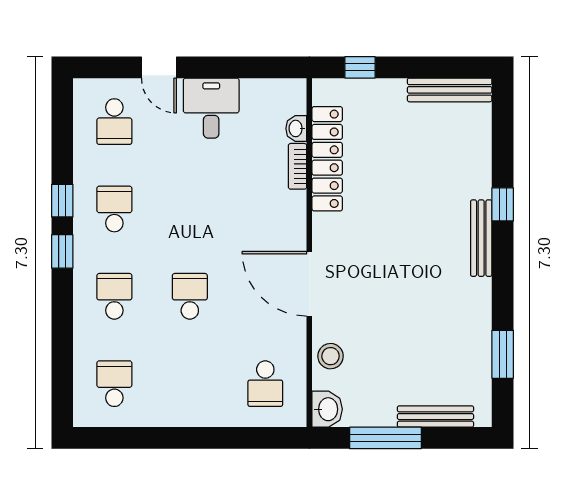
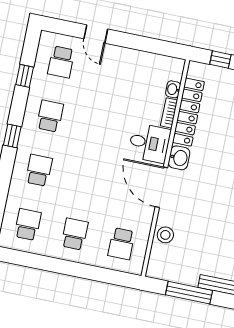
desk: (211, 108) -> (149, 143), moved, turned 90
window: (62, 201) -> (25, 76), moved
school desk: (190, 296) -> (75, 234), moved
washbasin: (327, 409) -> (179, 158), moved

